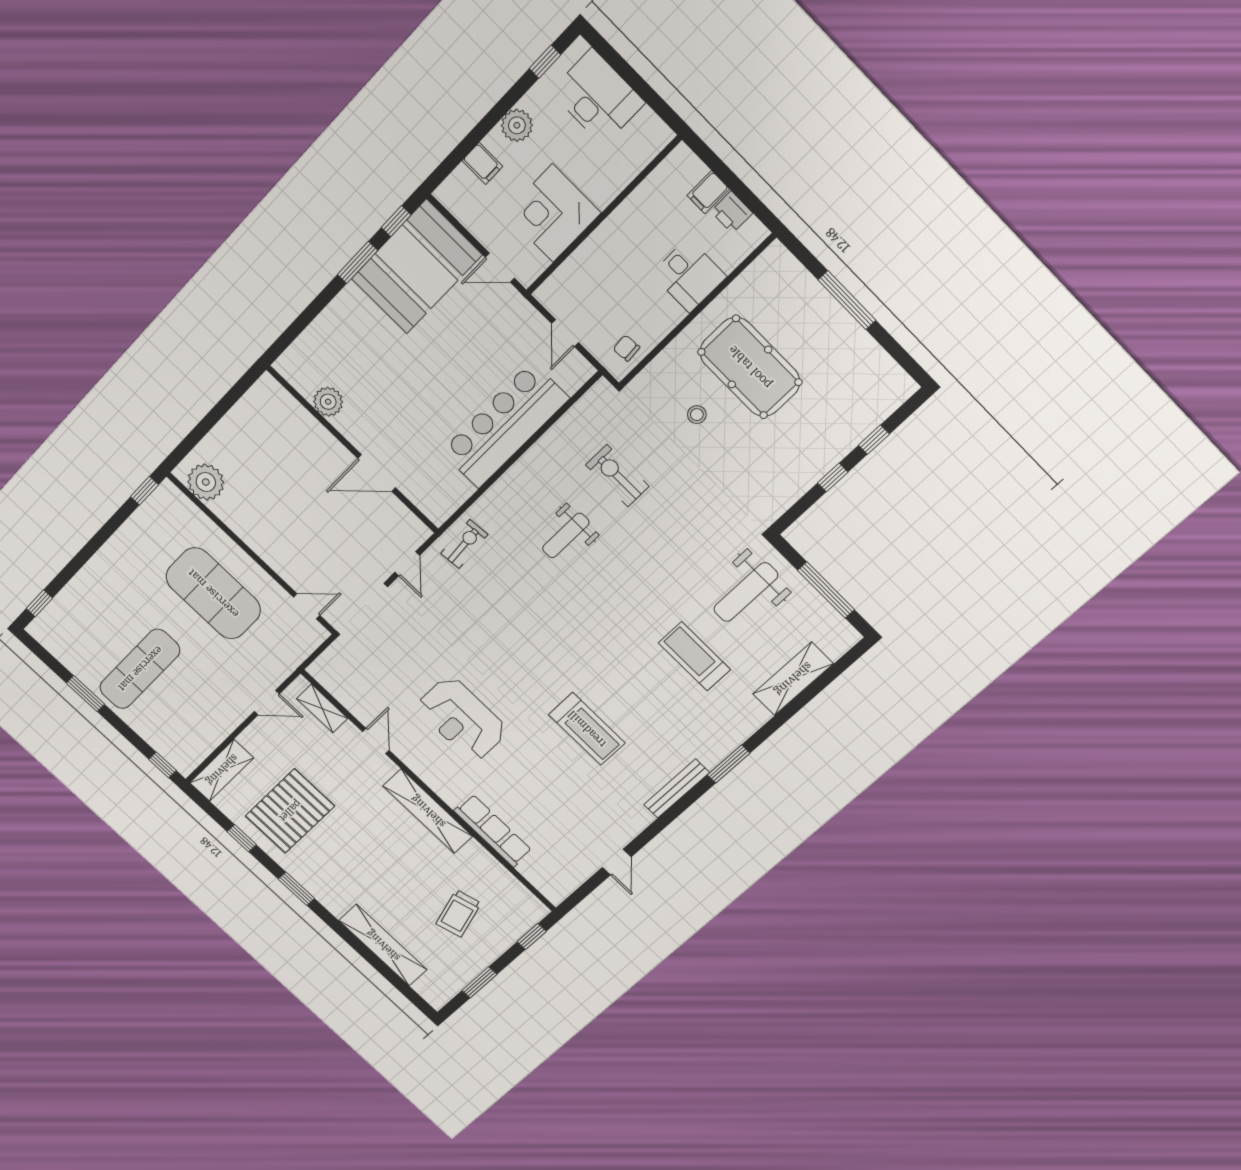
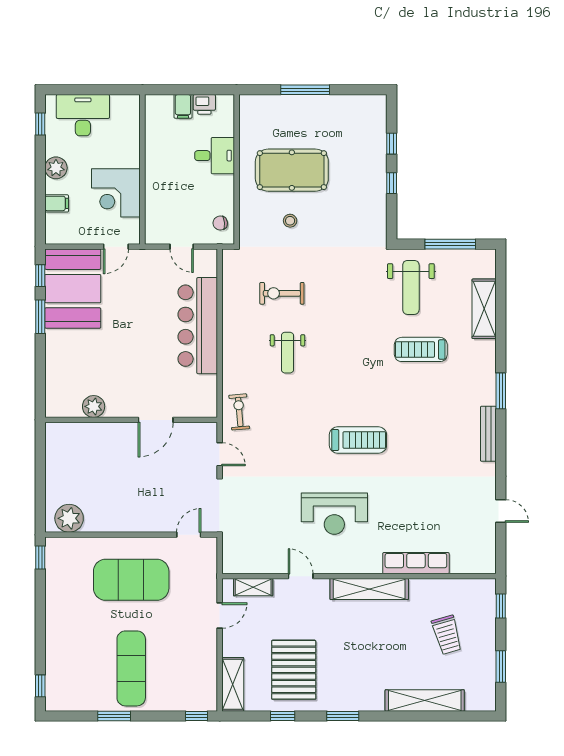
treadmill: (587, 729) -> (358, 440), moved

